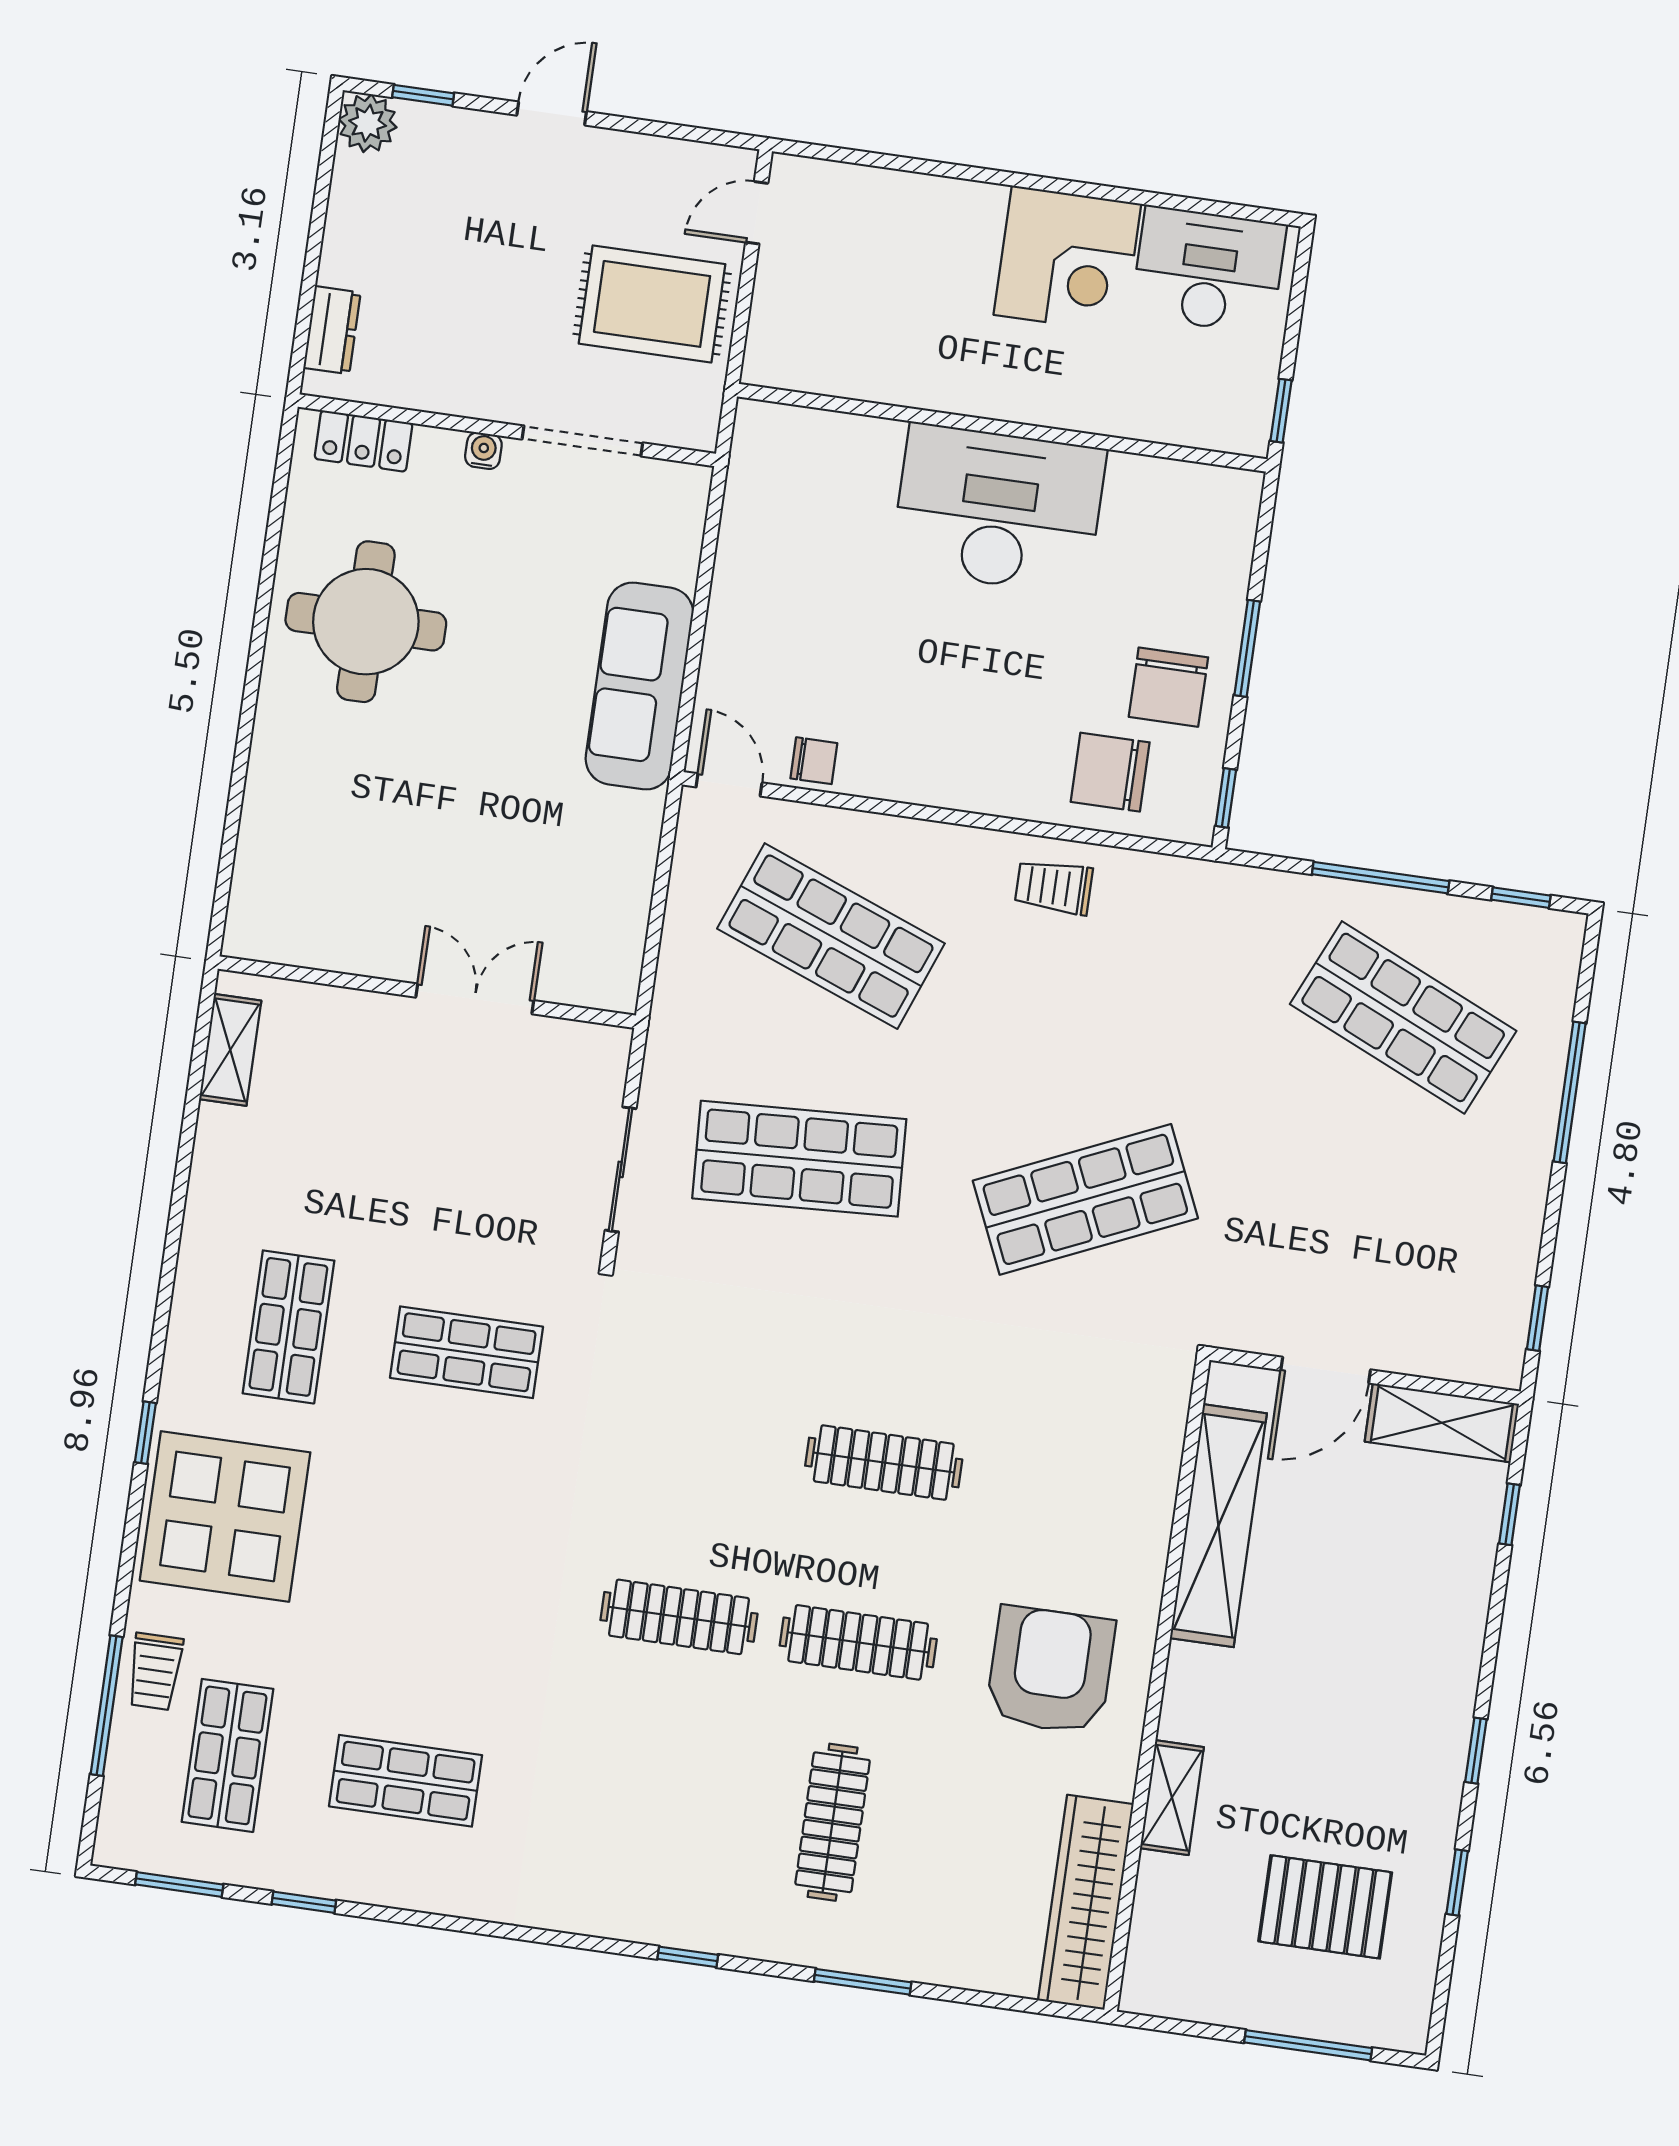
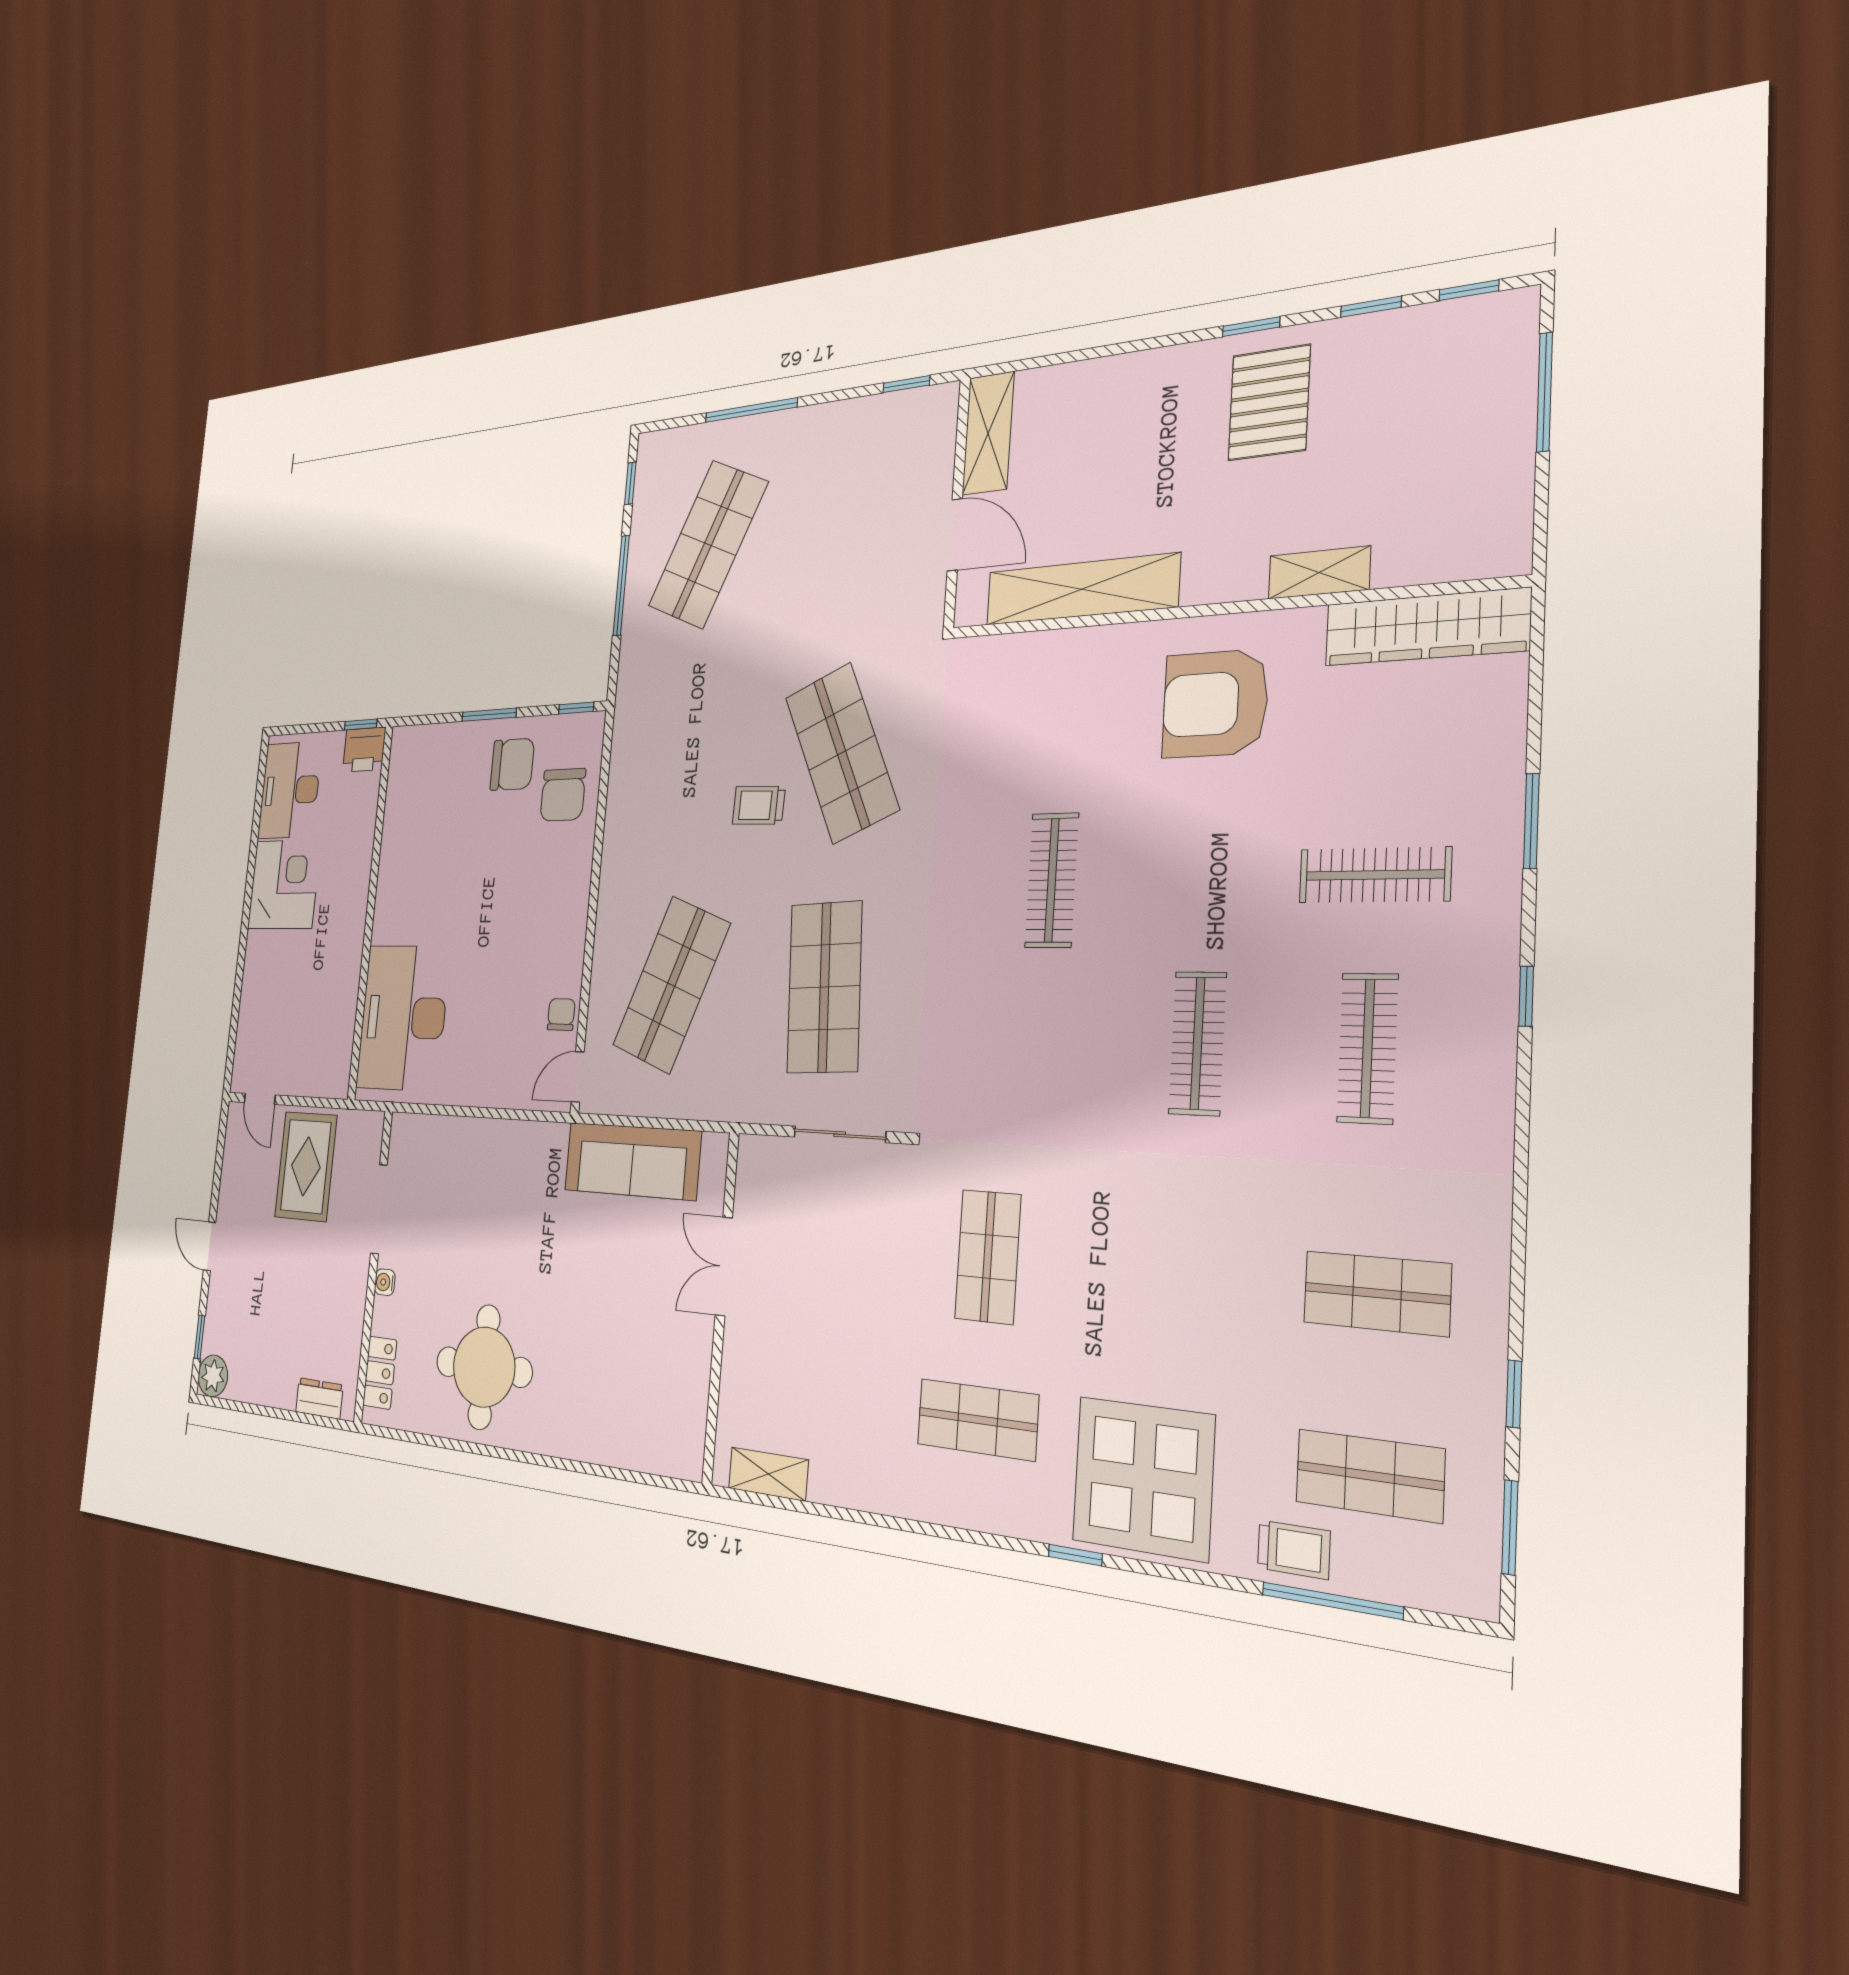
printer: (1242, 417) -> (364, 750), added
desk: (998, 509) -> (403, 1018), moved
sofa: (639, 686) -> (632, 1161), moved
trolley: (1054, 887) -> (759, 805), moved, turned 92
window: (1510, 1514) -> (1469, 290), moved
clothes rail: (858, 1642) -> (1367, 1048), moved
shop shelf: (406, 1781) -> (1377, 1293), turned 90
pallet: (1325, 1907) -> (1269, 403), moved

